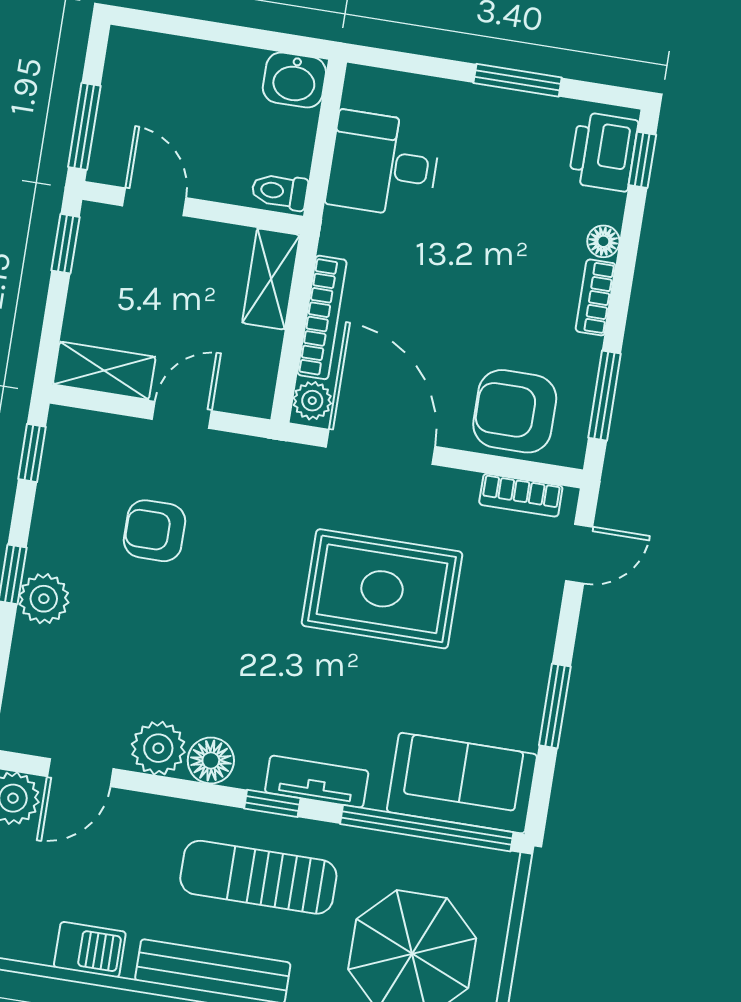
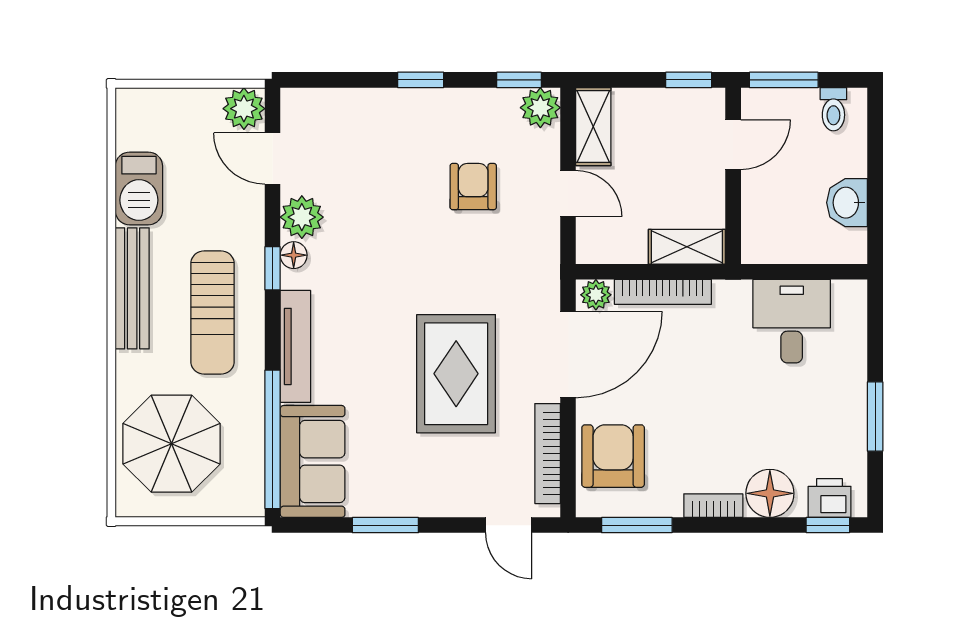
washbasin: (294, 80) -> (847, 203), moved
printer: (603, 152) -> (830, 498), width x0.73, depth x0.81
toilet: (280, 191) -> (833, 109), moved, turned 180
floor lamp: (603, 241) -> (770, 493), width x1.89, depth x1.89
bookcase: (521, 495) -> (548, 454), width x1.56
plant: (44, 599) -> (540, 108), moved
floor lamp: (211, 760) -> (294, 255), width x0.73, depth x0.73
tv unit: (317, 782) -> (295, 346), width x1.41
window: (272, 803) -> (273, 268), moved
sun lounger: (258, 877) -> (212, 313), turned 180
barbecue: (90, 950) -> (139, 188), width x1.38, depth x1.27

